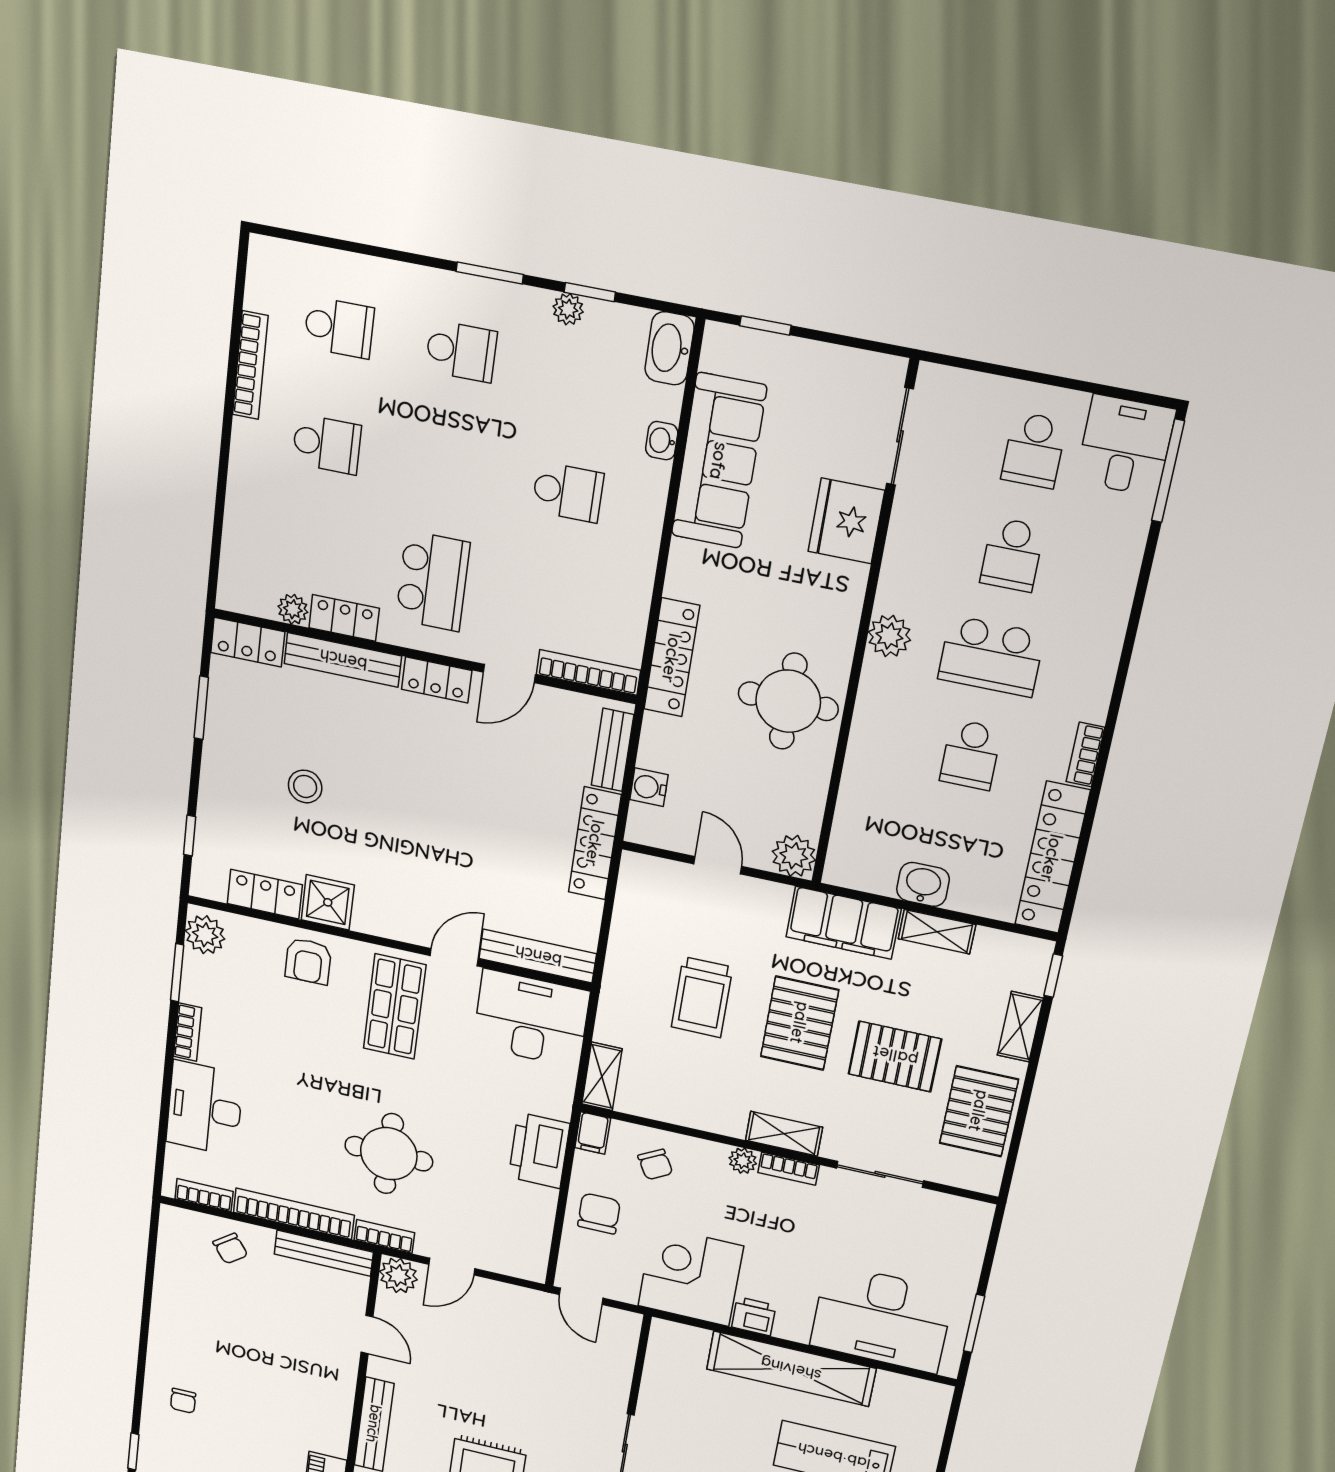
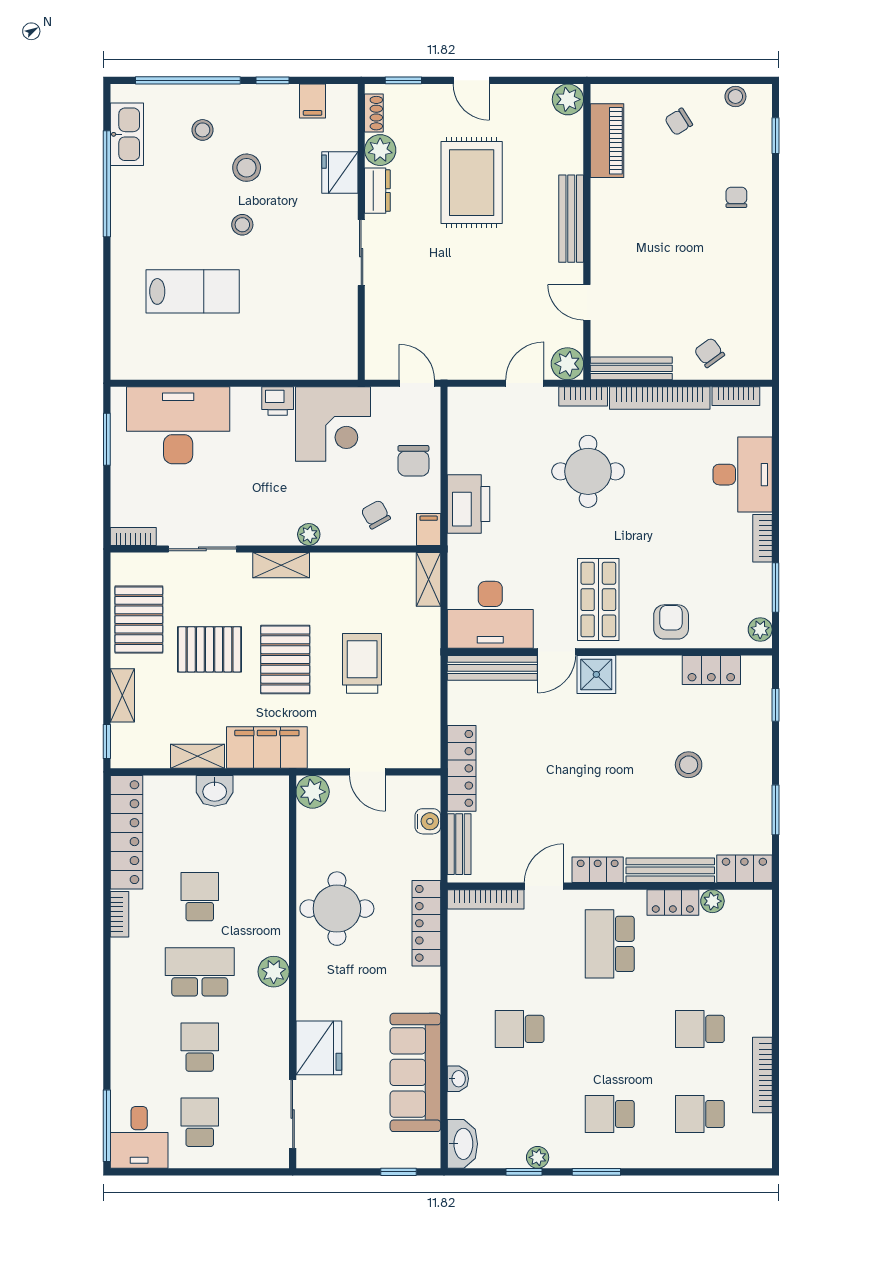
shower: (328, 902) -> (596, 674), moved
plant: (205, 935) -> (760, 630), width x0.73, depth x0.73
bookcase: (789, 1169) -> (133, 536), moved
shelving: (791, 1369) -> (240, 362), removed

